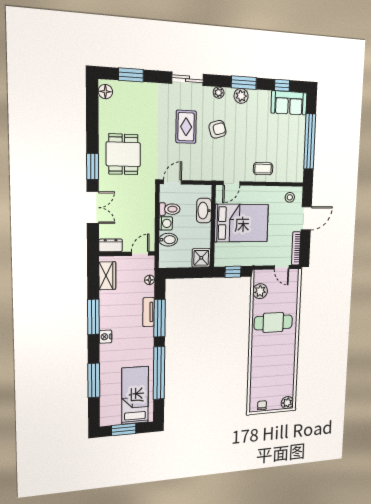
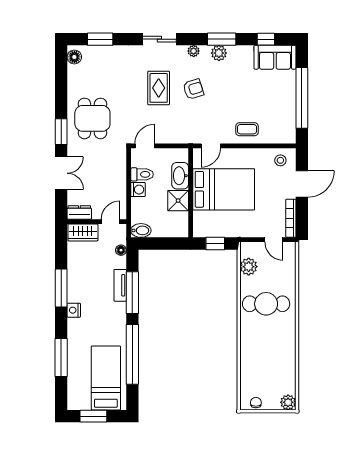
bidet: (168, 240) -> (141, 230), moved
shower: (201, 258) -> (178, 201), moved
wardrobe: (107, 276) -> (83, 232), moved, turned 90

